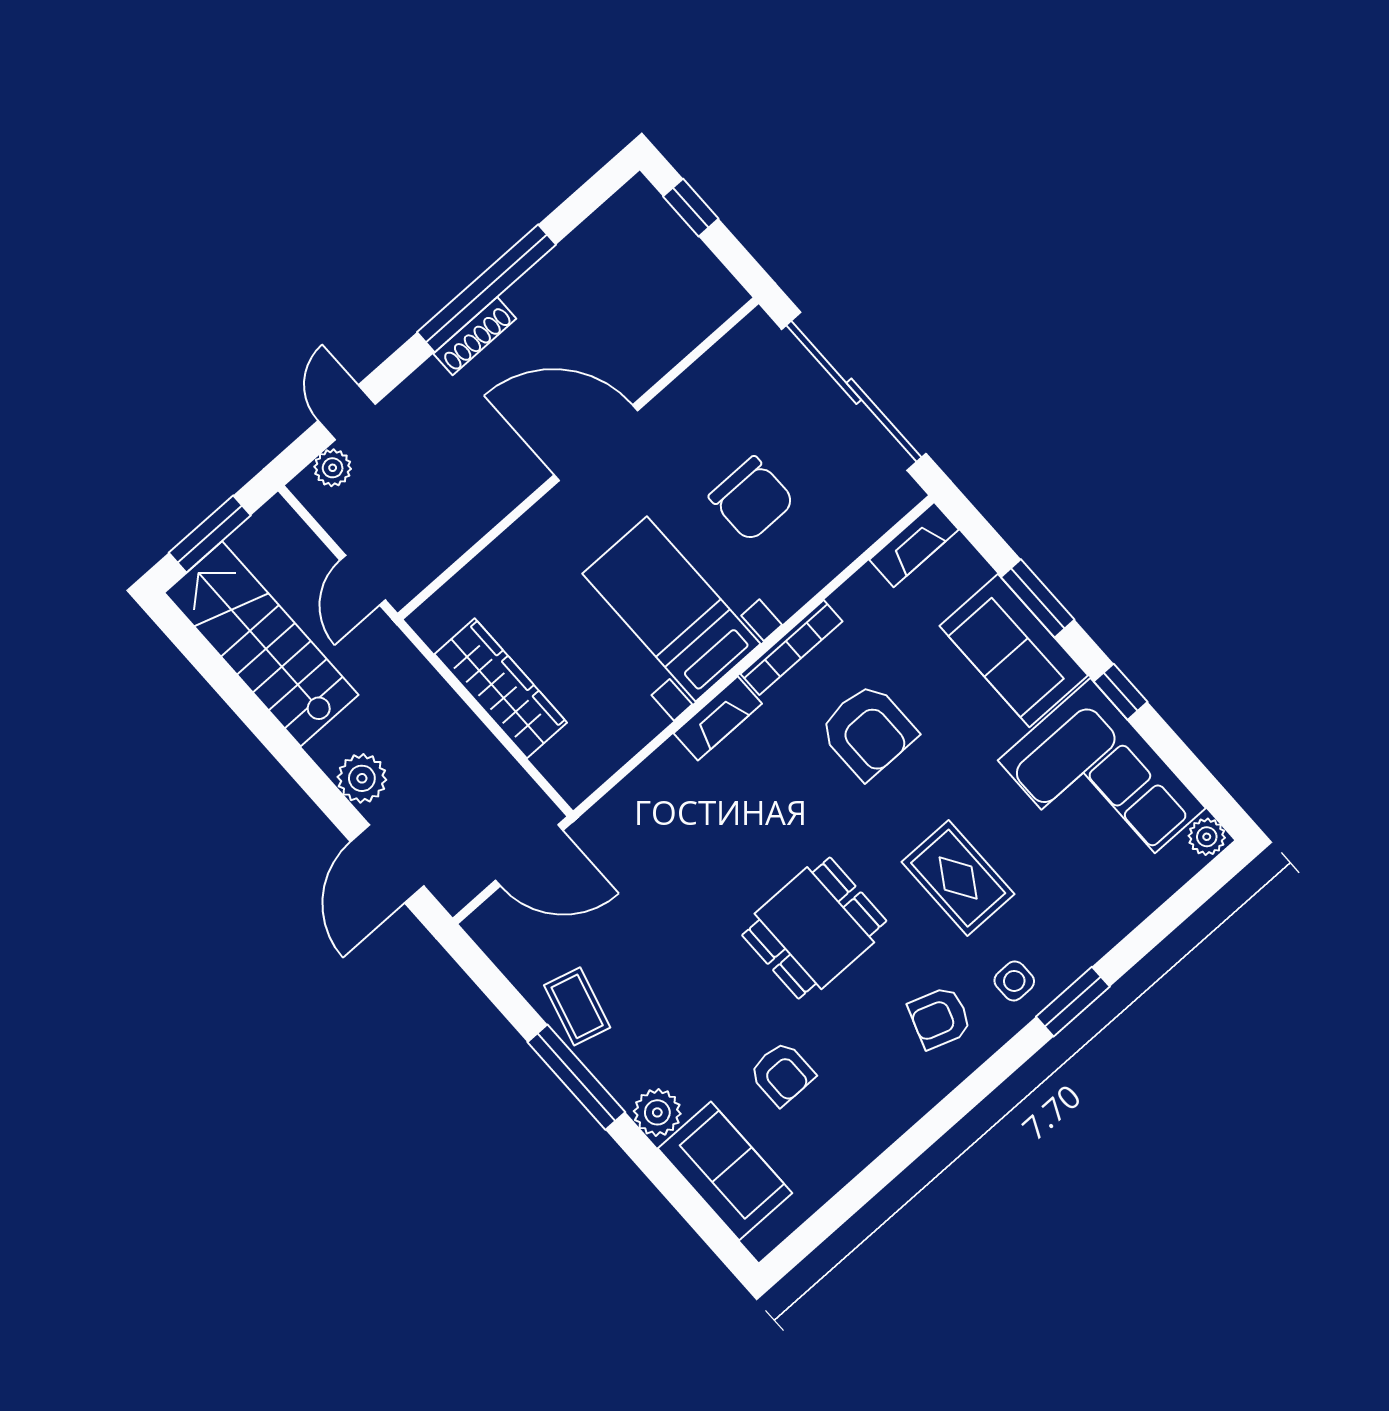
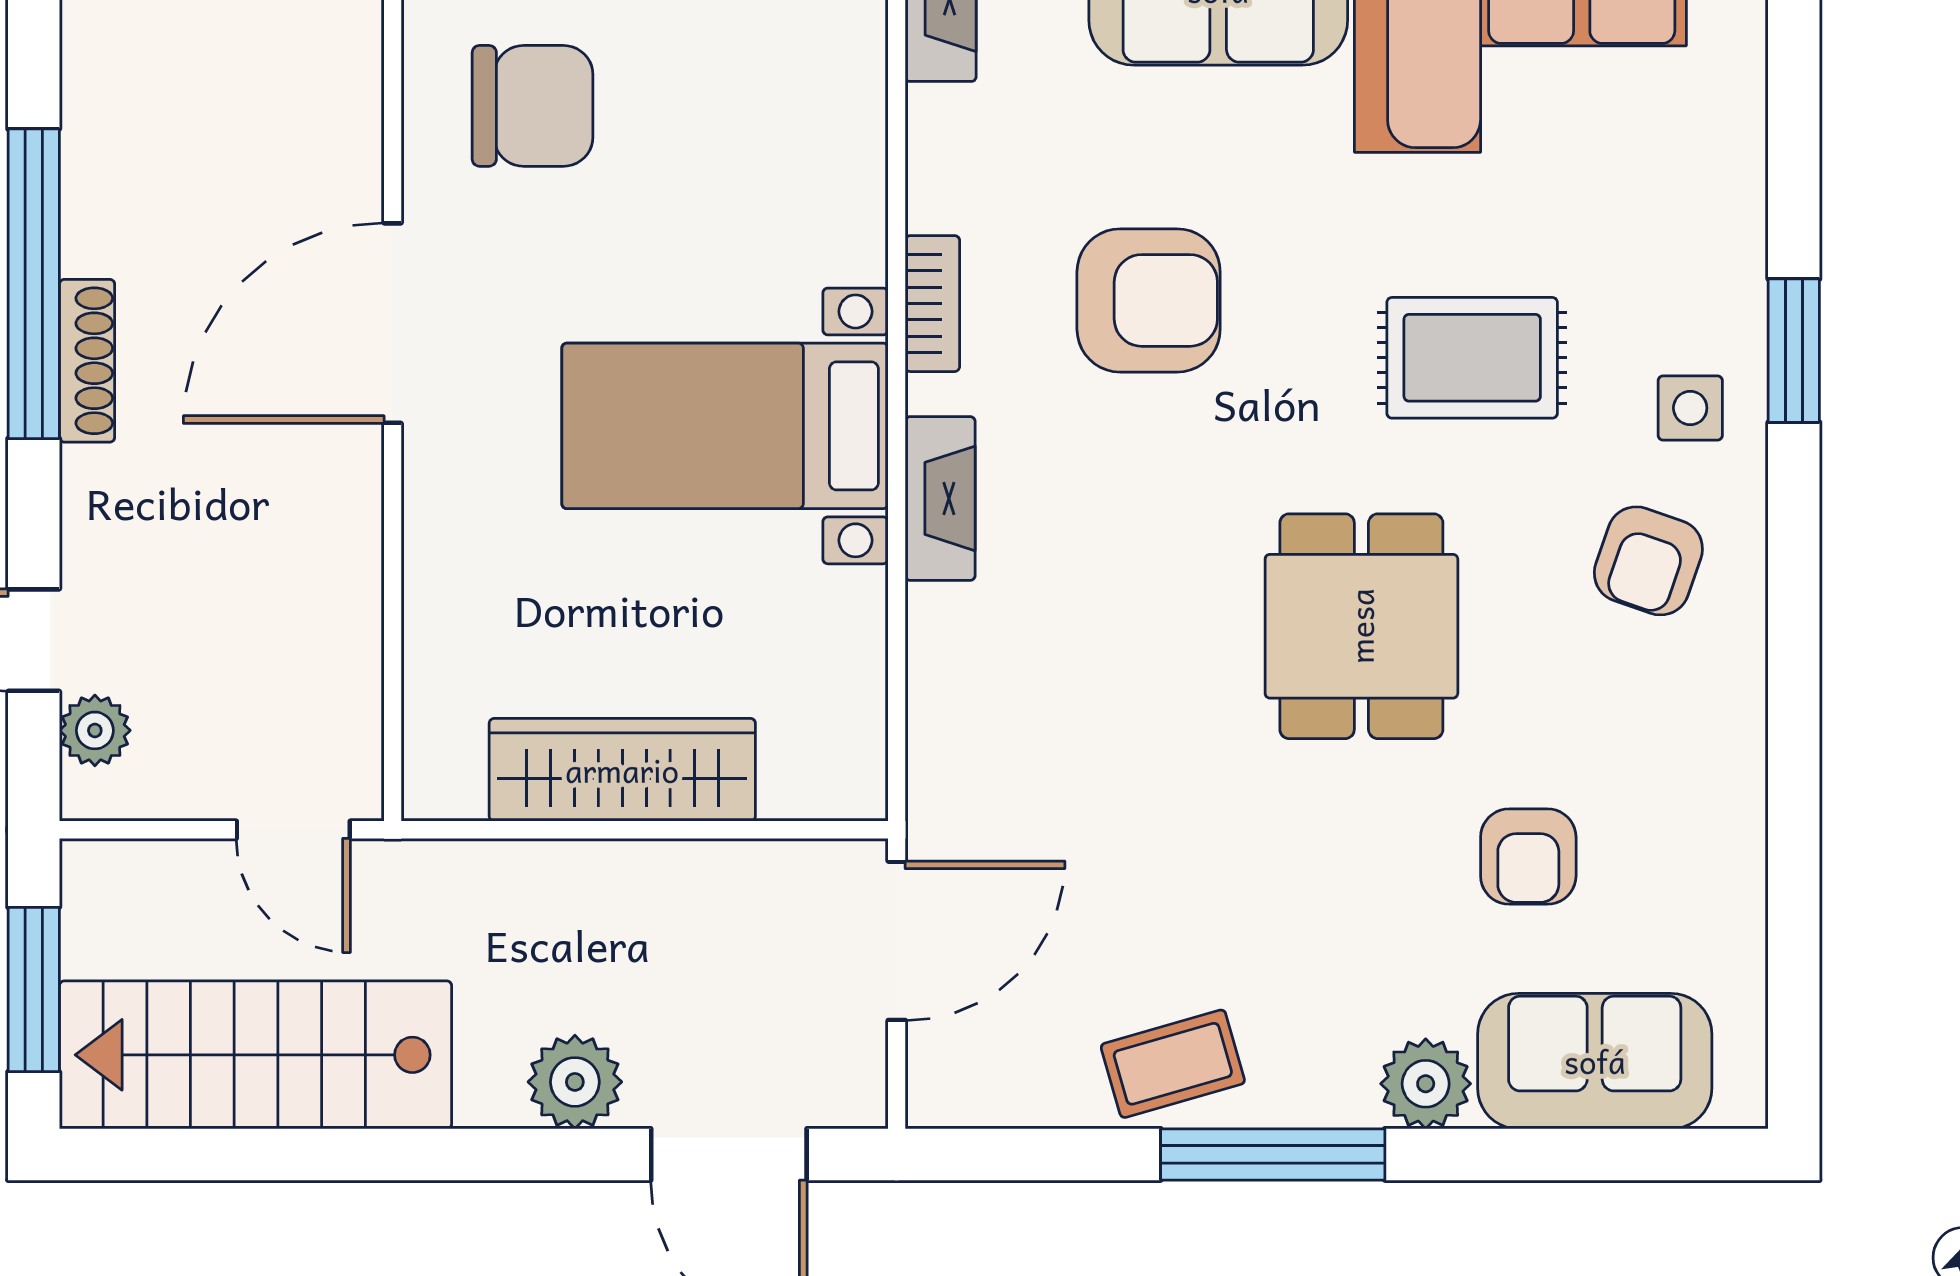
chair: (752, 499) -> (533, 106), moved
bookcase: (791, 648) -> (932, 304), width x0.64
coffee table: (577, 1006) -> (1173, 1064), turned -31
armchair: (782, 1074) -> (1528, 857), turned 90

